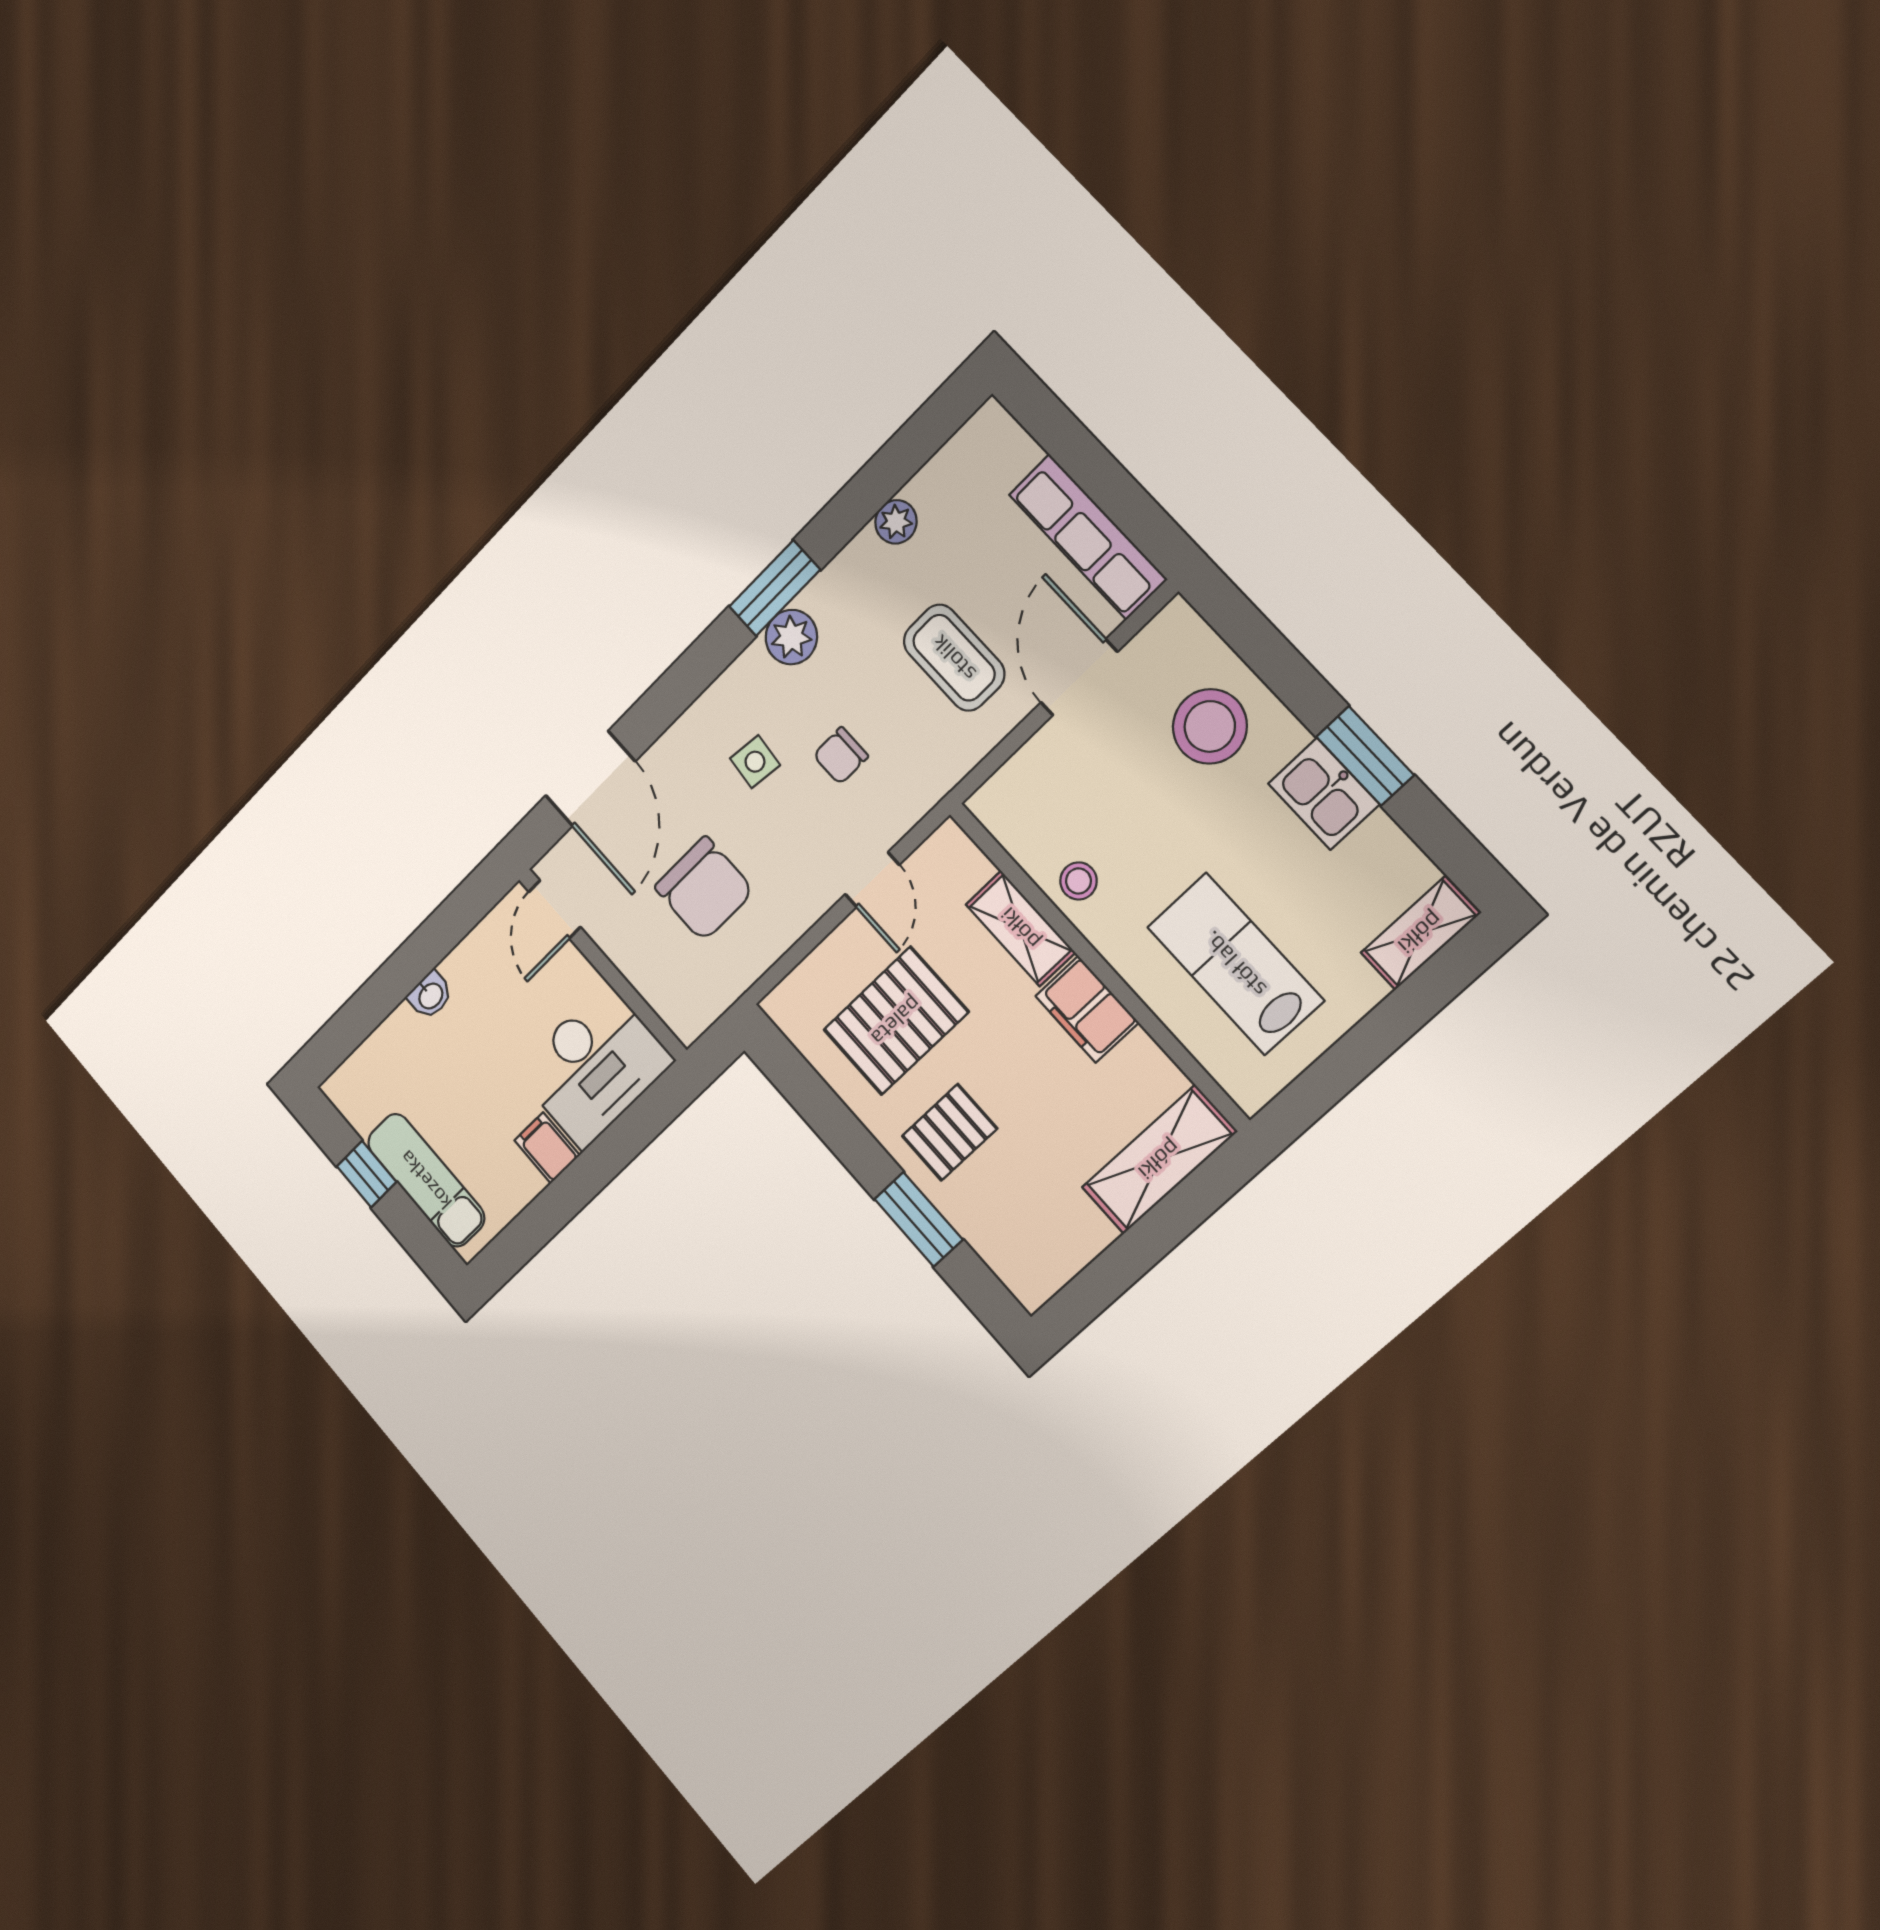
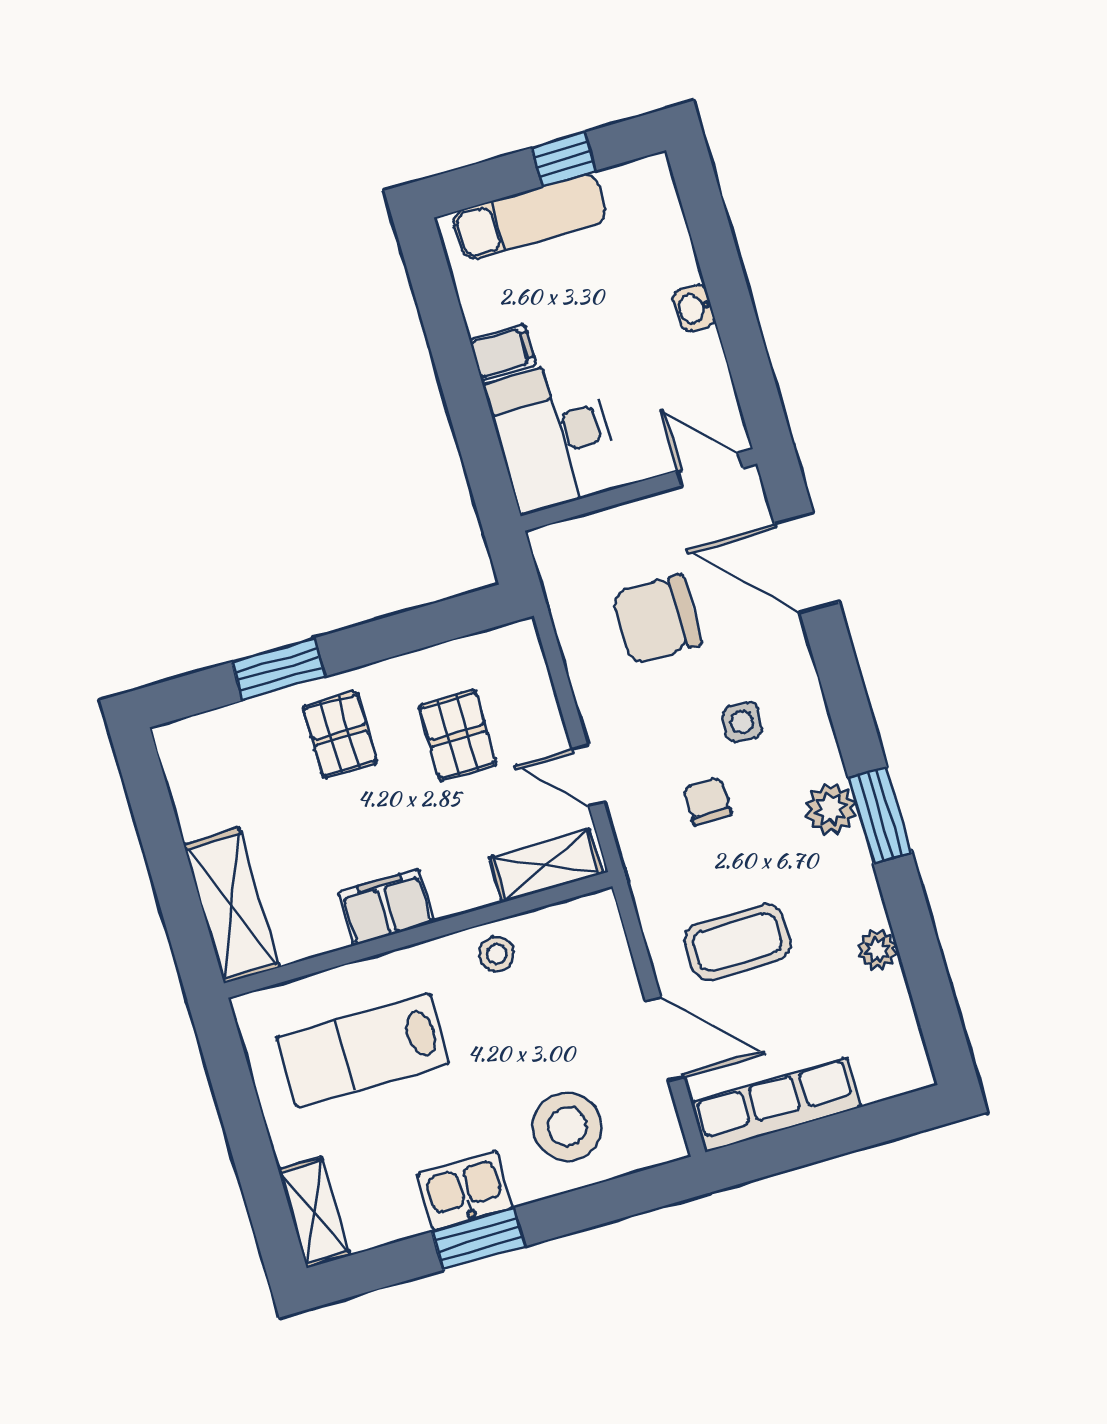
shelving: (1020, 928) -> (546, 866), moved
lab bench: (1235, 964) -> (363, 1050), turned 180
pallet: (896, 1021) -> (458, 735), width x0.67, depth x0.71

